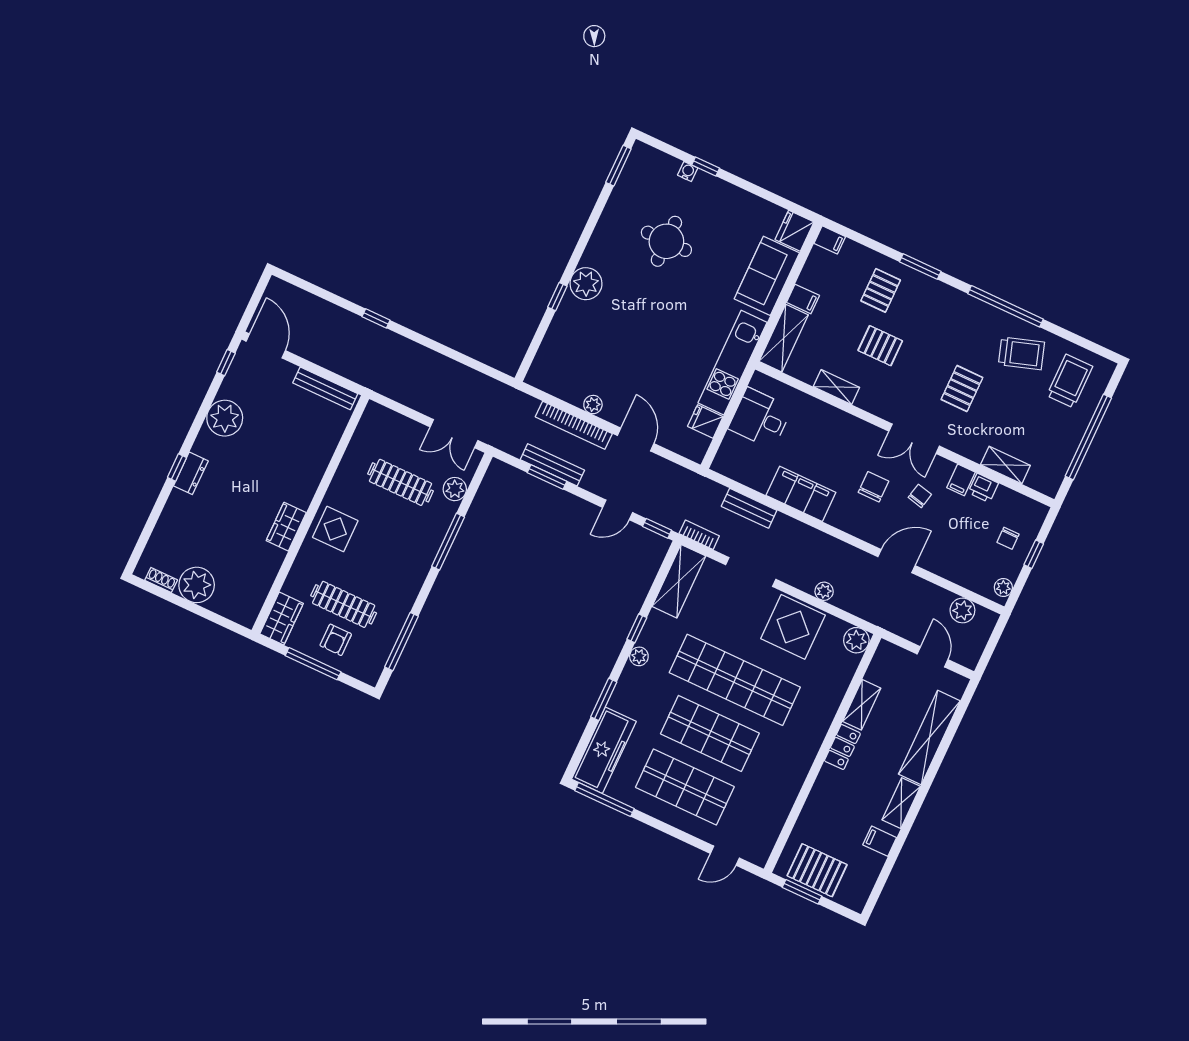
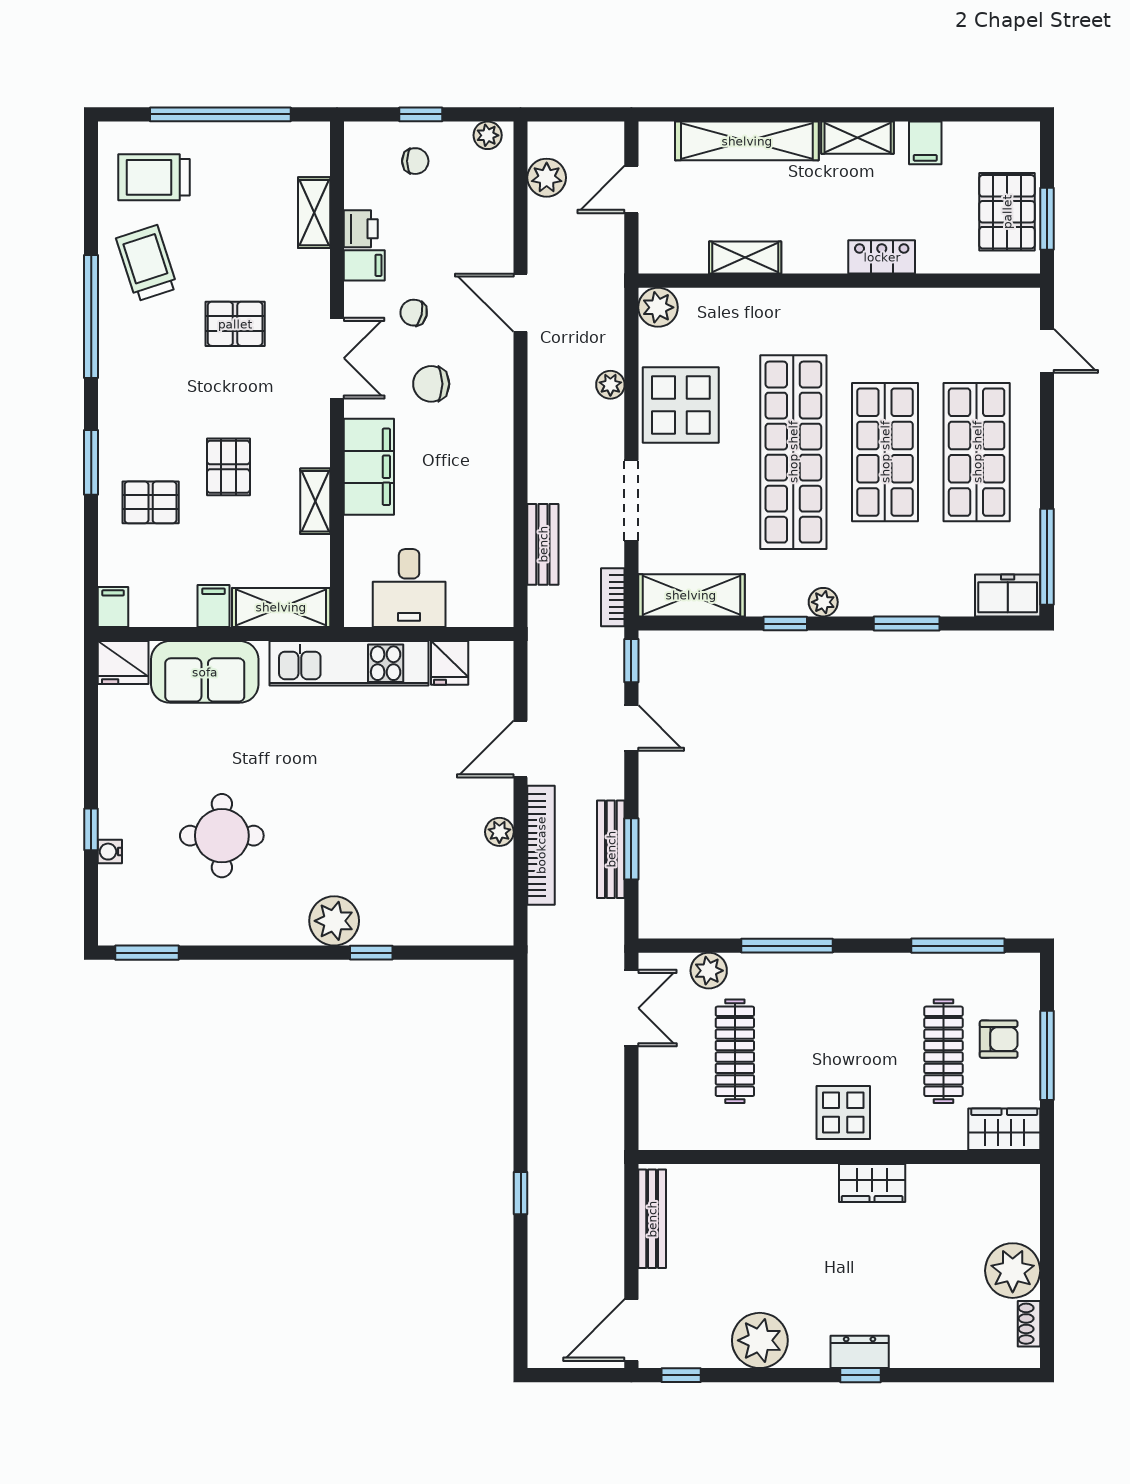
filing cabinet: (801, 494) -> (369, 467), moved, turned 180
locker: (842, 747) -> (882, 257), moved
freezer: (604, 750) -> (1008, 596), width x0.52, depth x0.79

